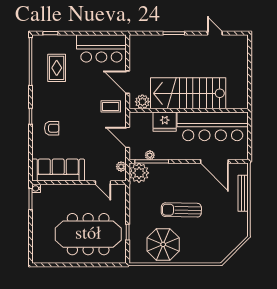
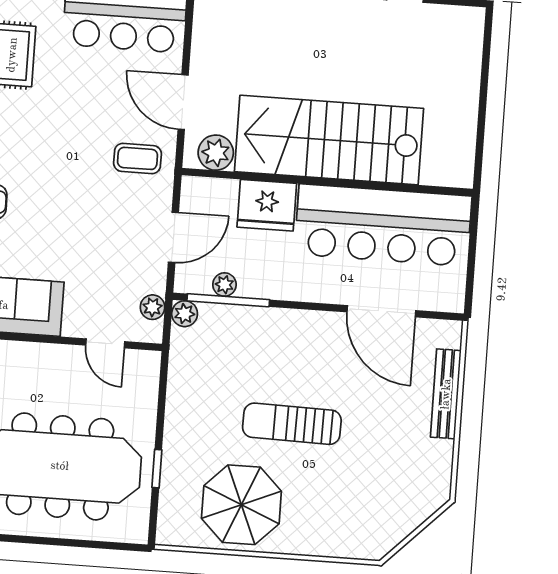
door: (128, 137) -> (173, 237), swing flipped
plant: (139, 173) -> (185, 314), width x0.53, depth x0.53

